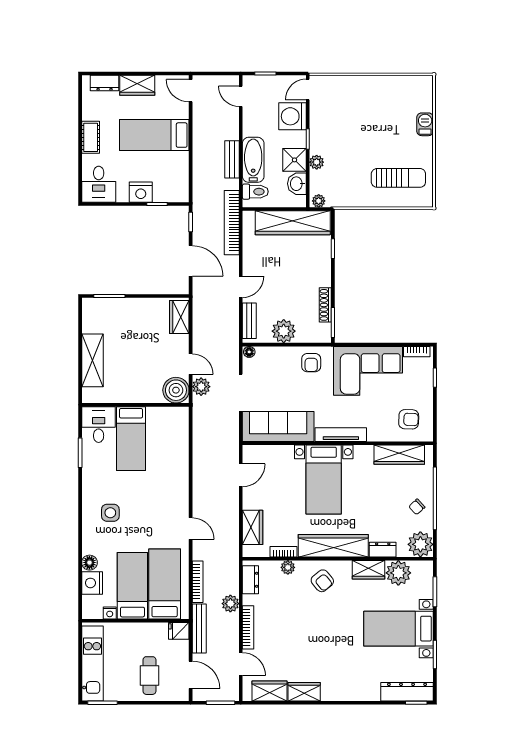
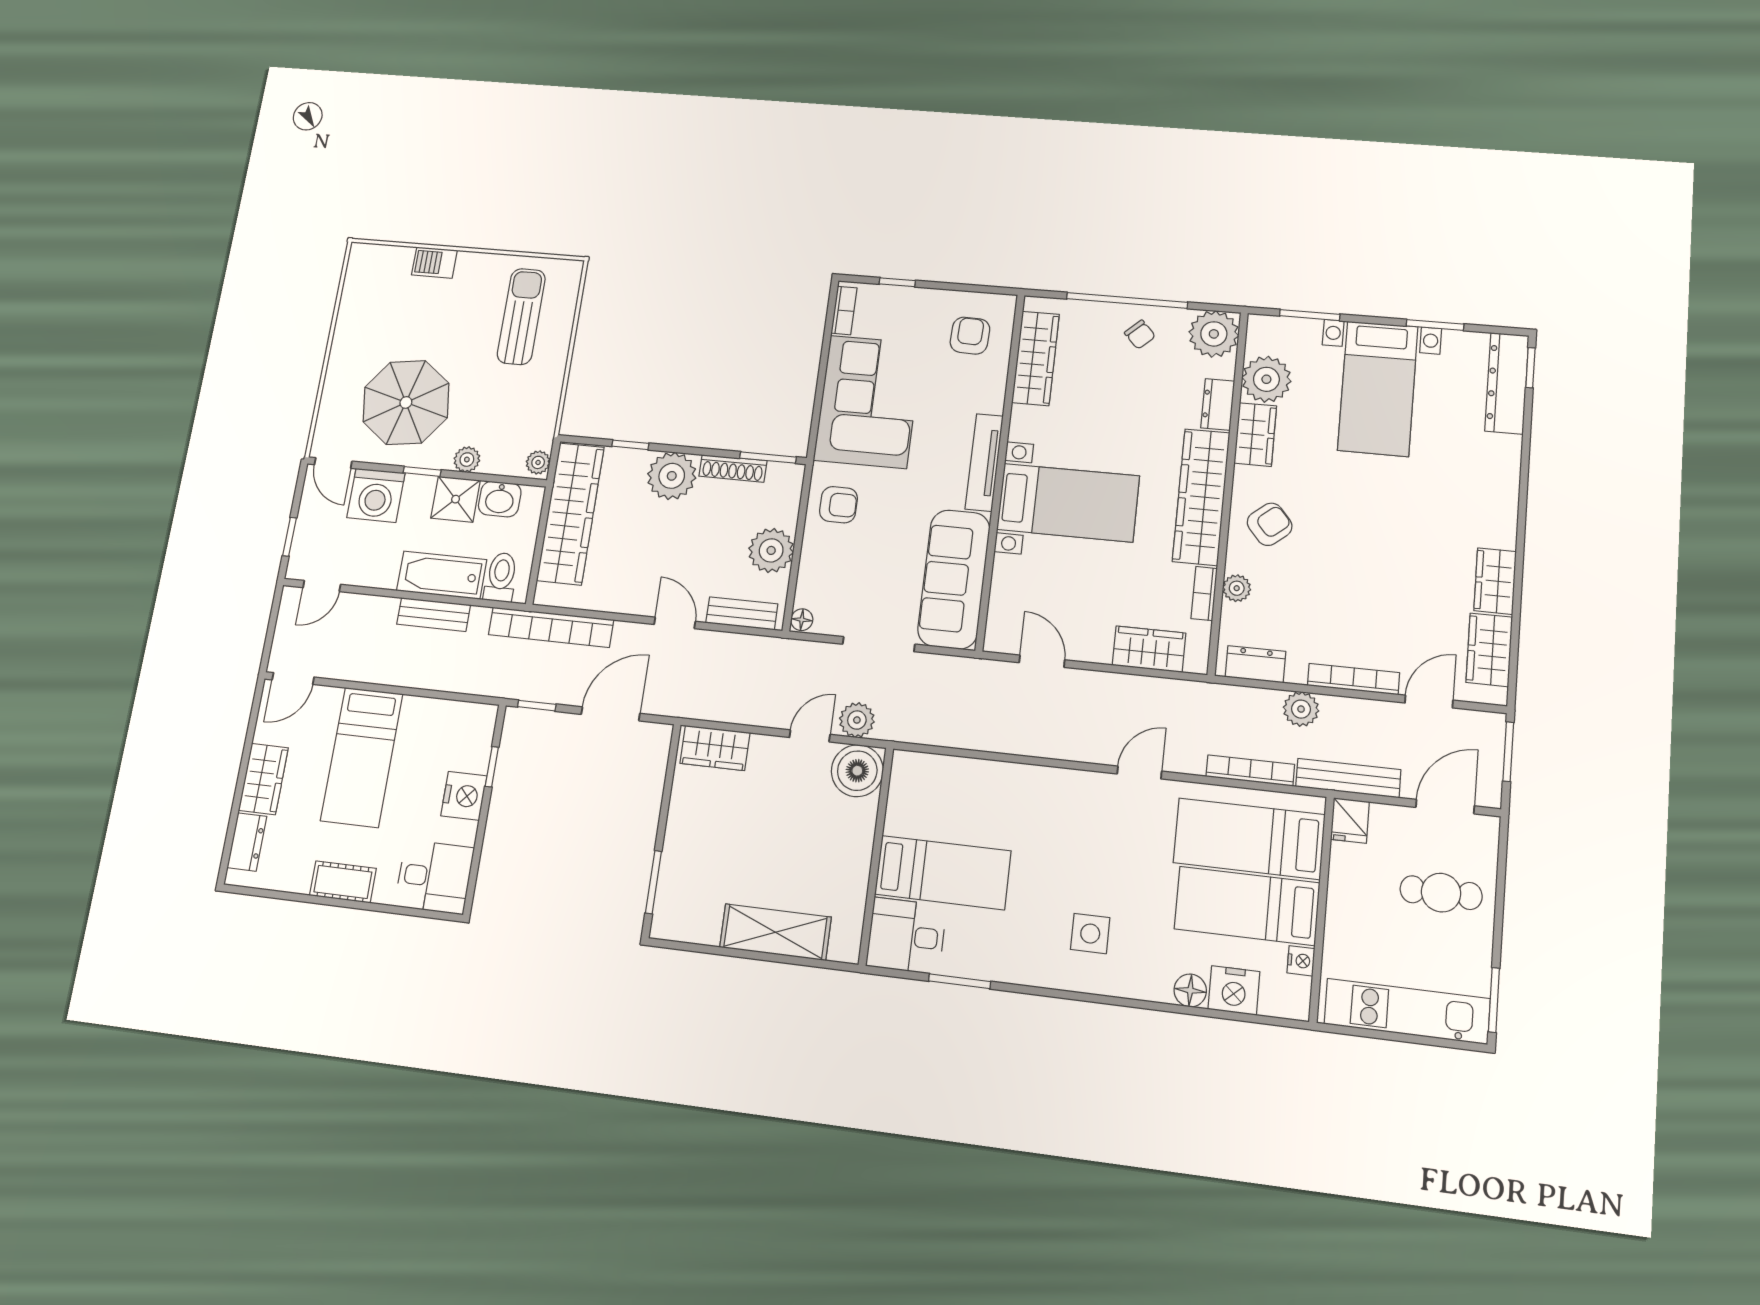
parasol: (345, 123) -> (406, 402), added
plant: (318, 273) -> (672, 476), added

